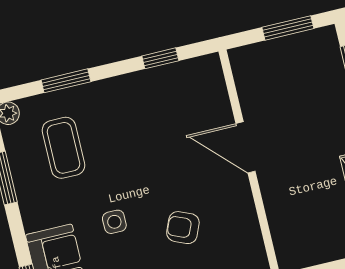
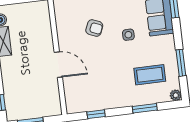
coffee table: (63, 148) -> (150, 75), turned 90

